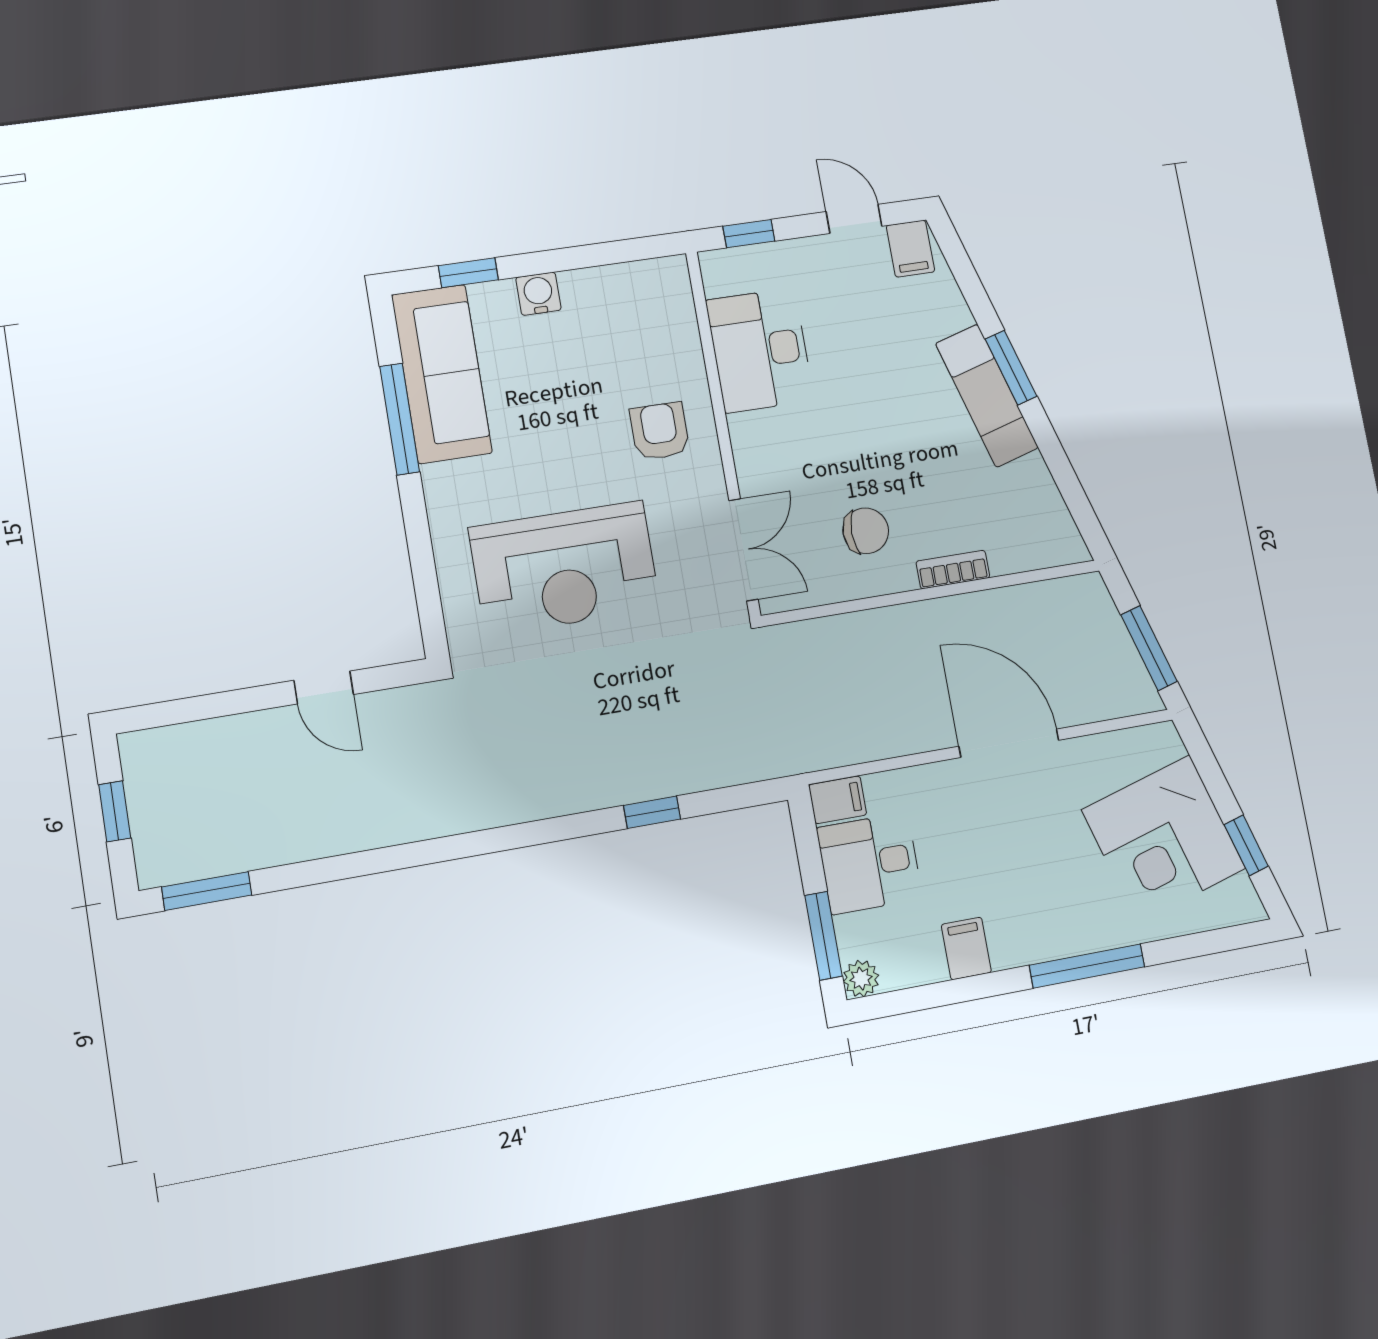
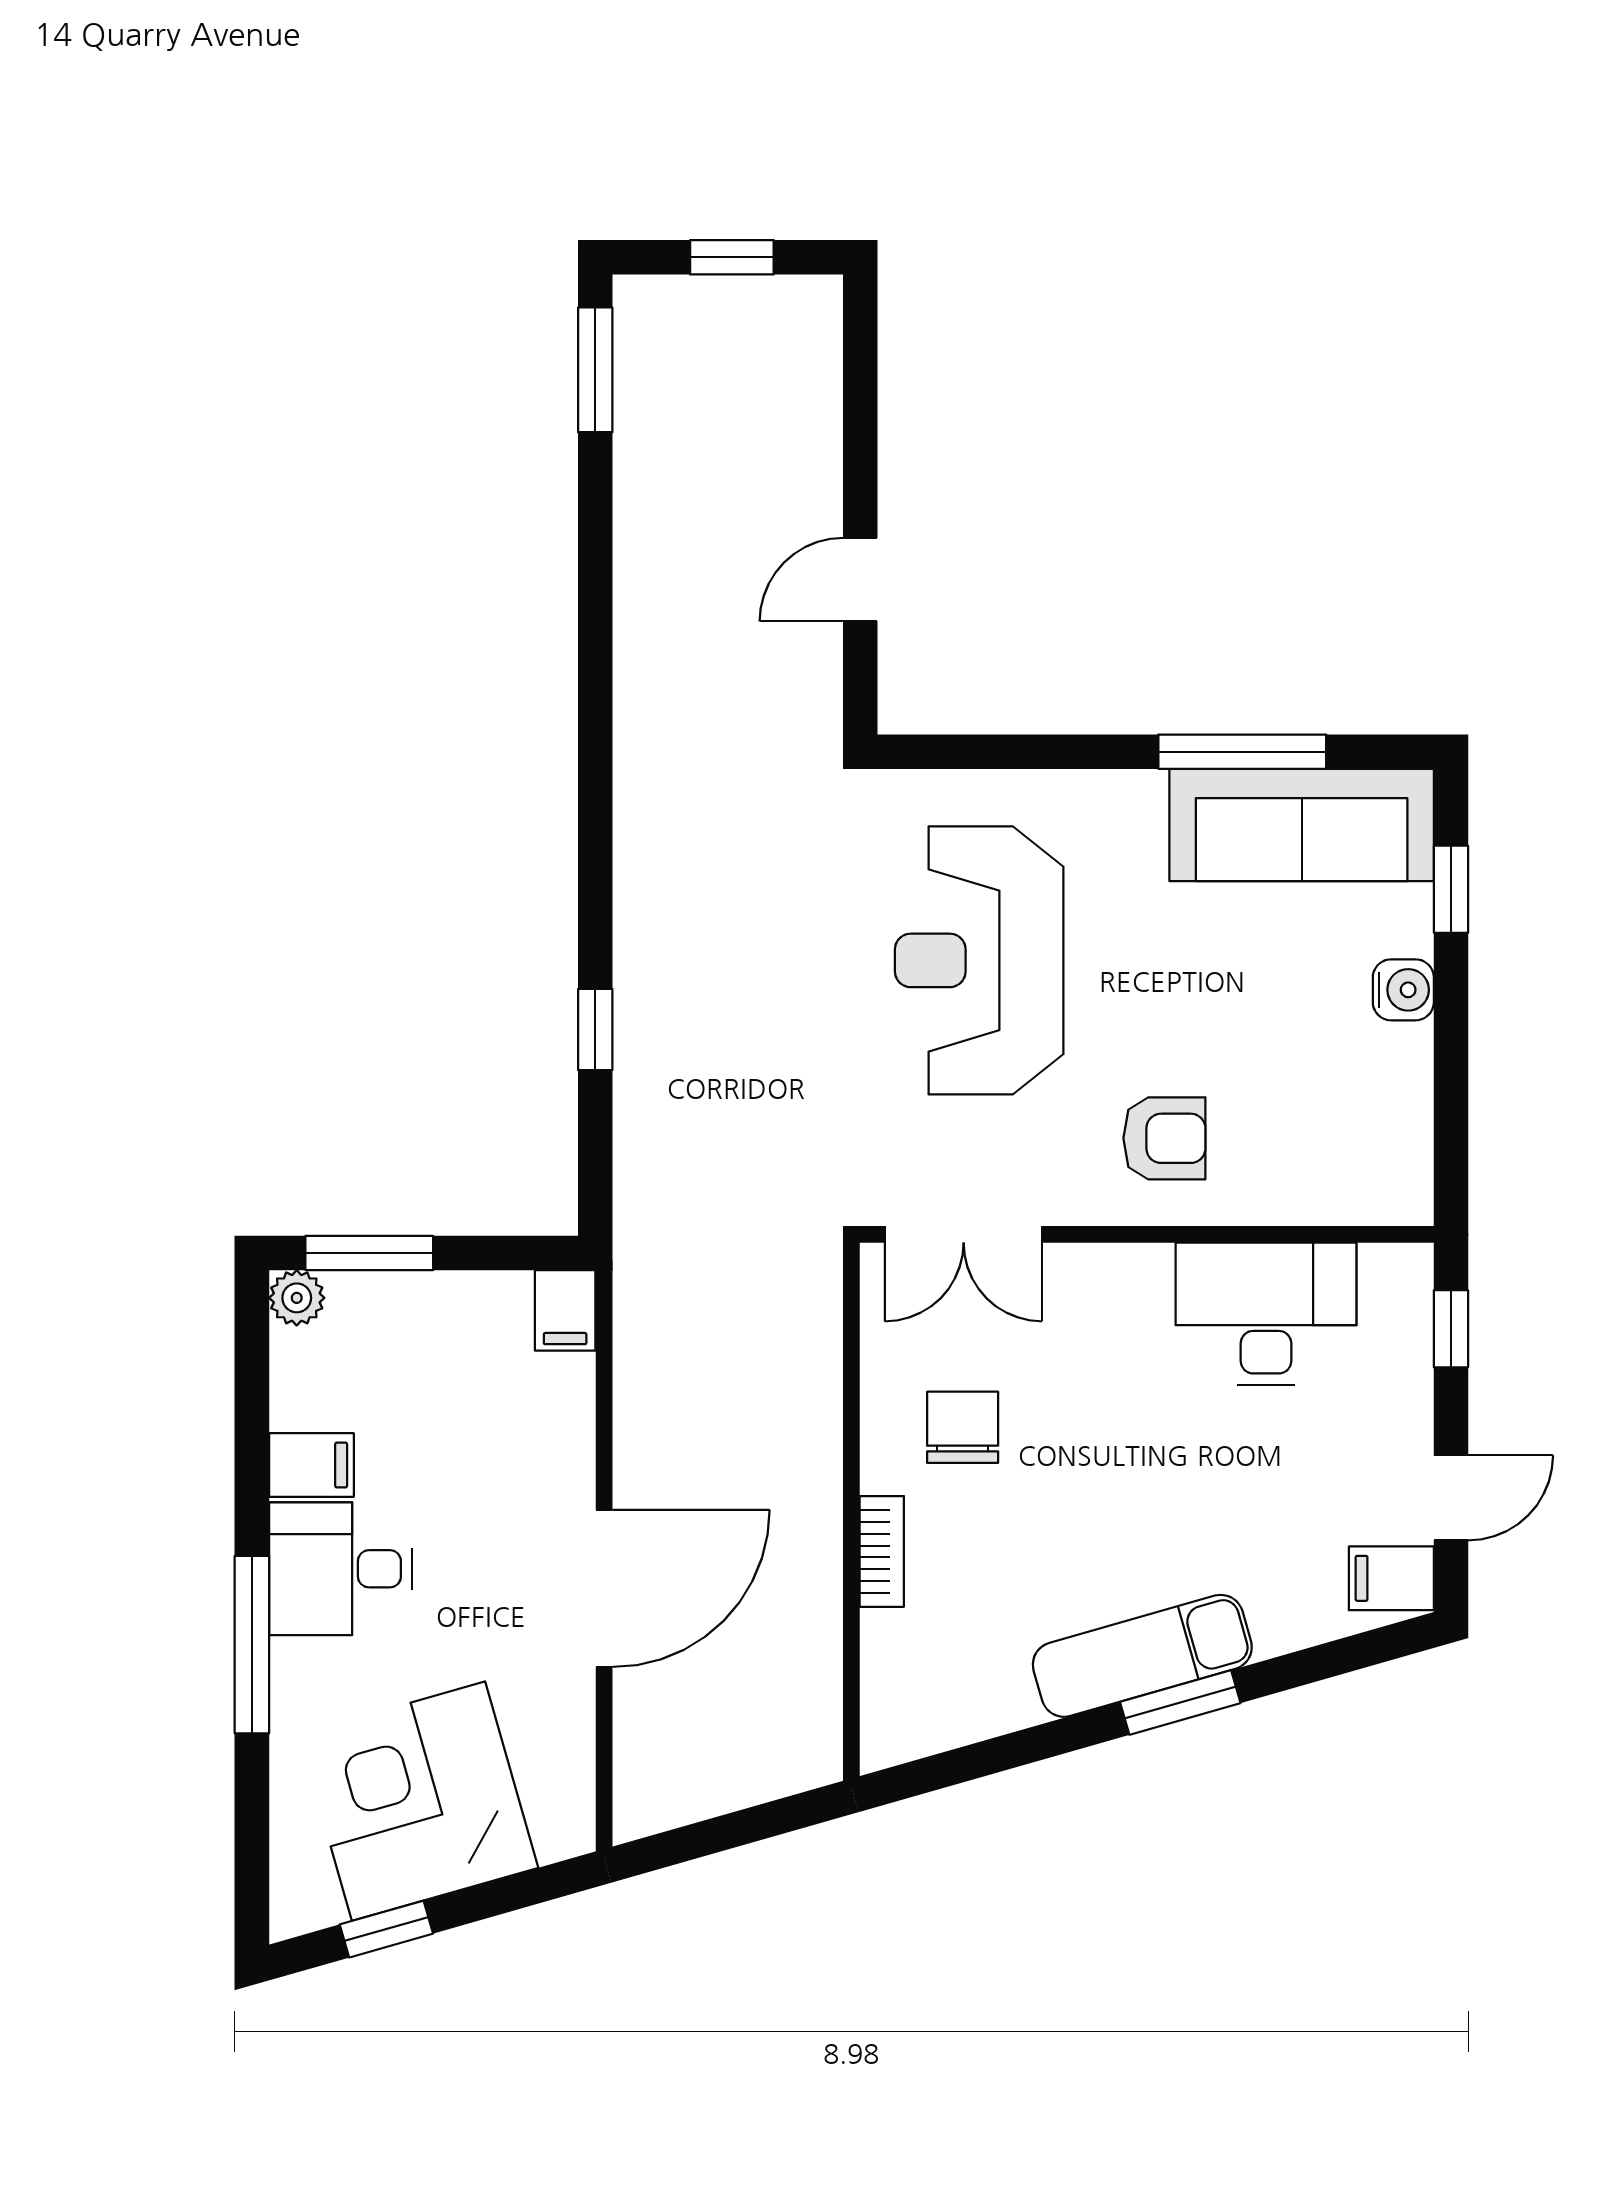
chair: (866, 531) -> (963, 1427), turned 180
window: (1149, 648) -> (711, 1836), removed
desk: (870, 863) -> (341, 1569), moved, turned -90

